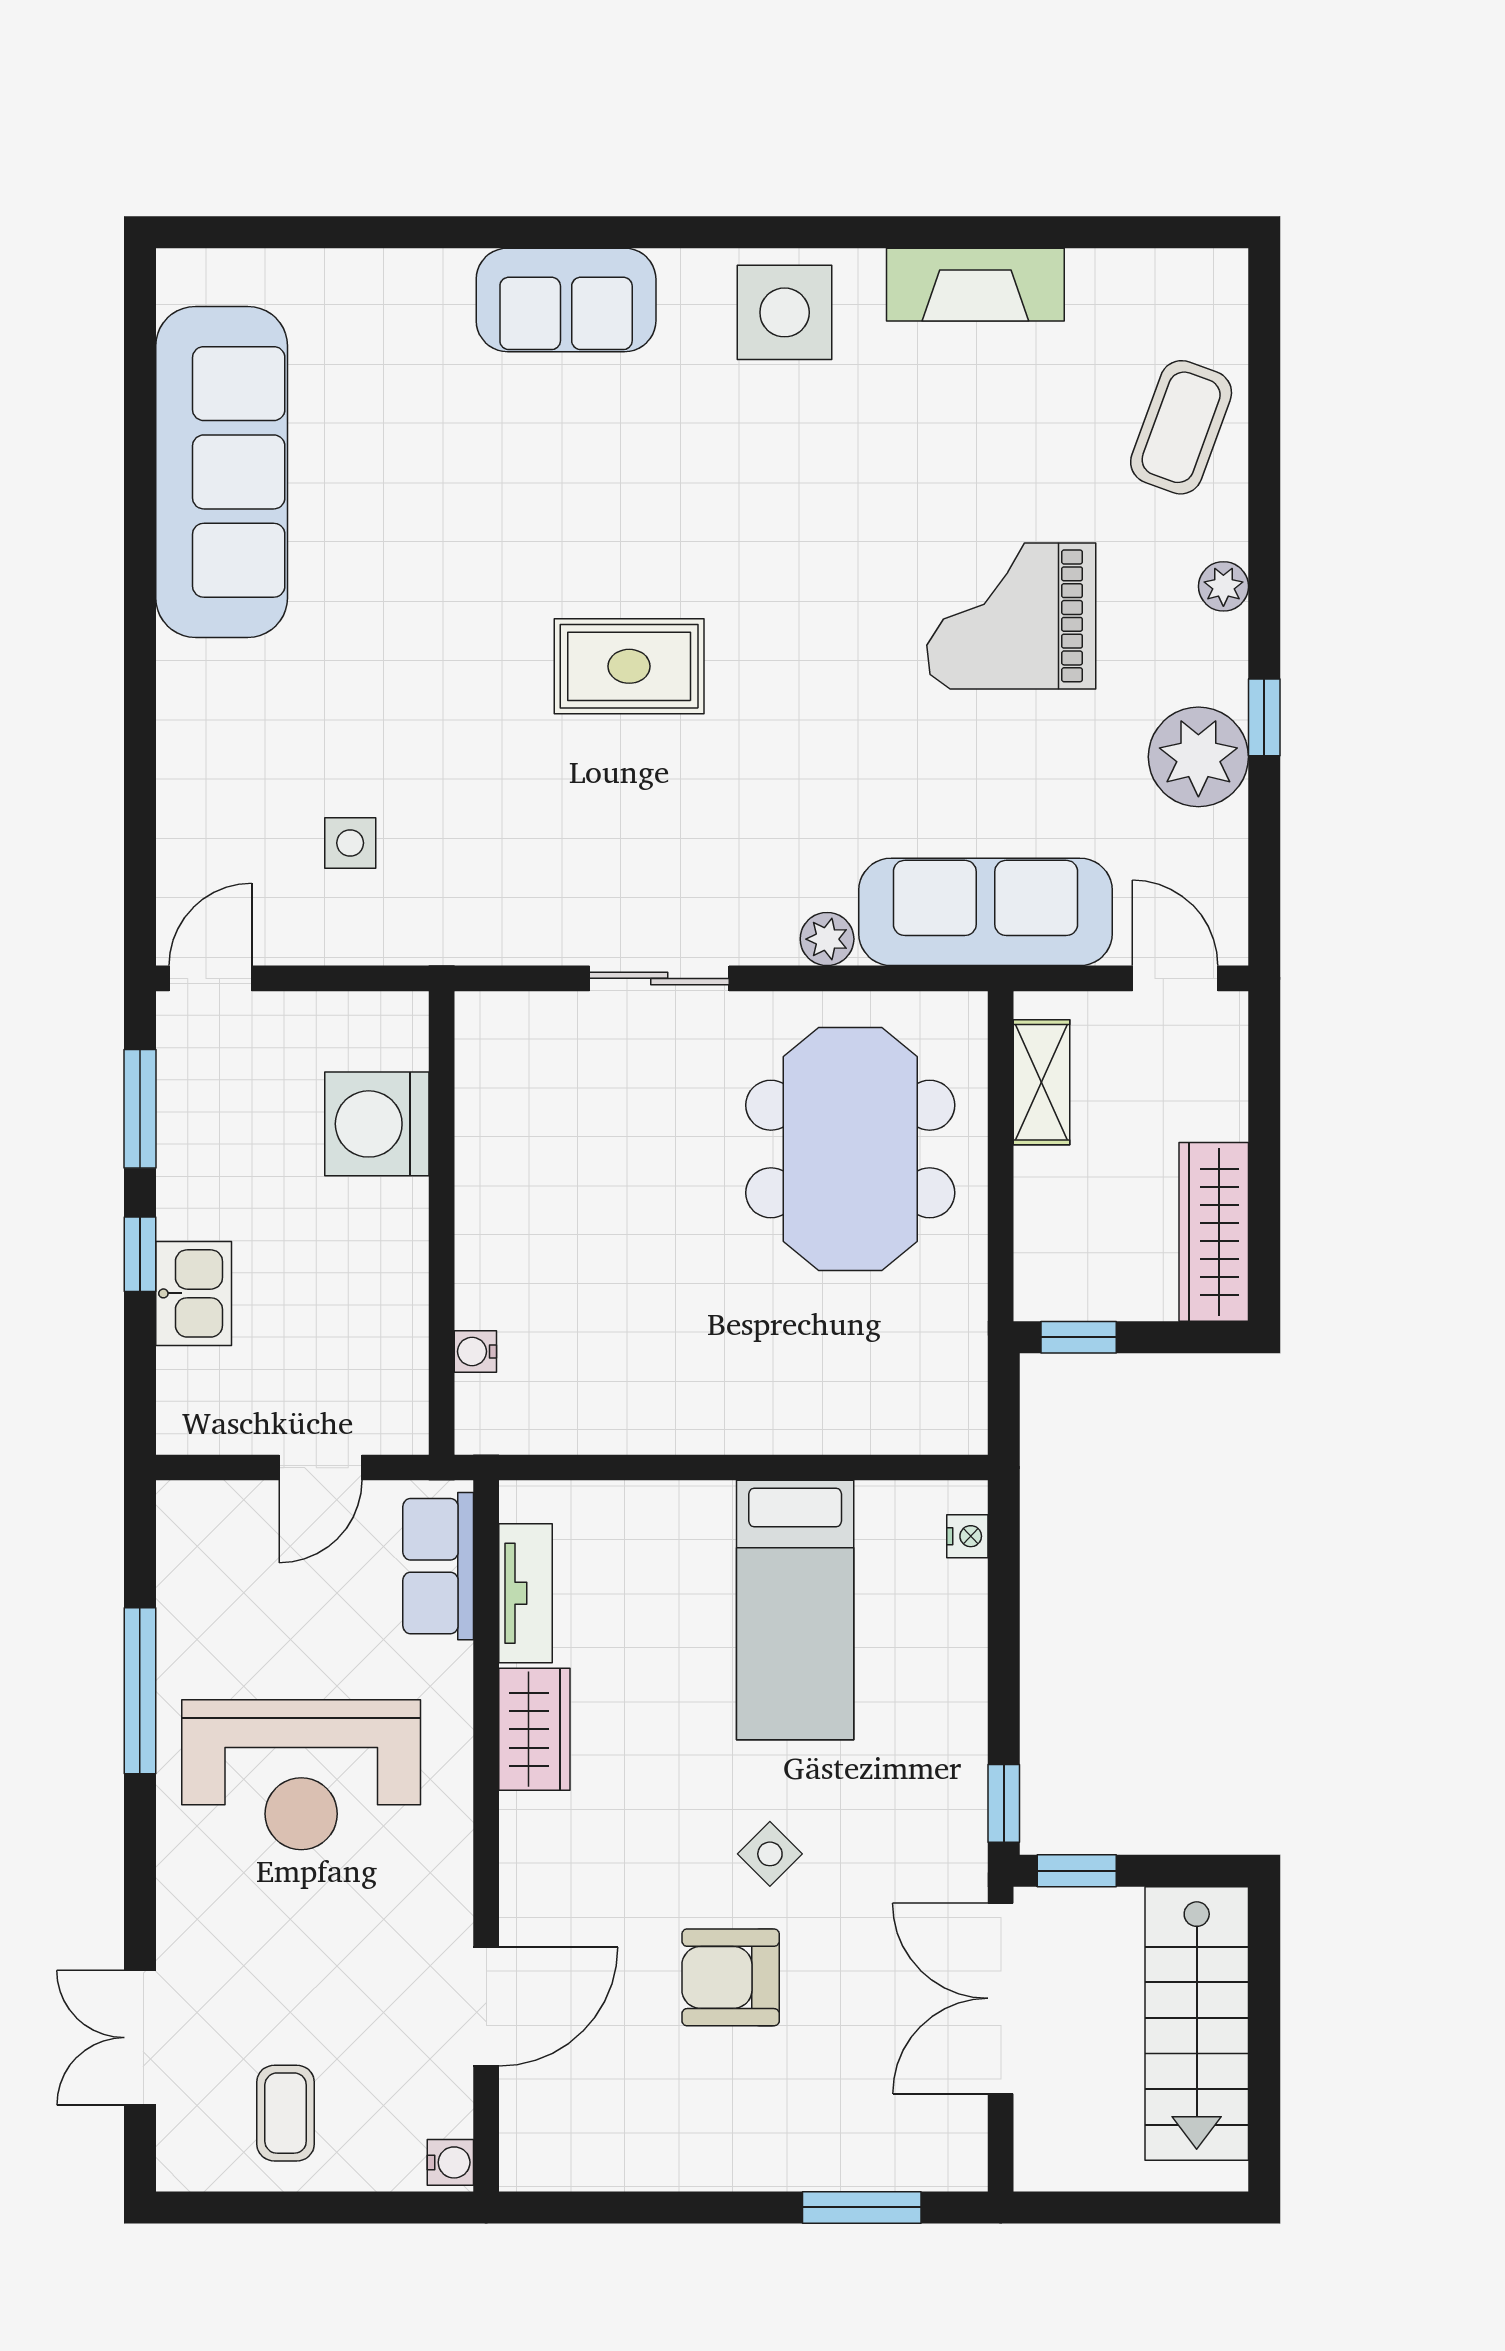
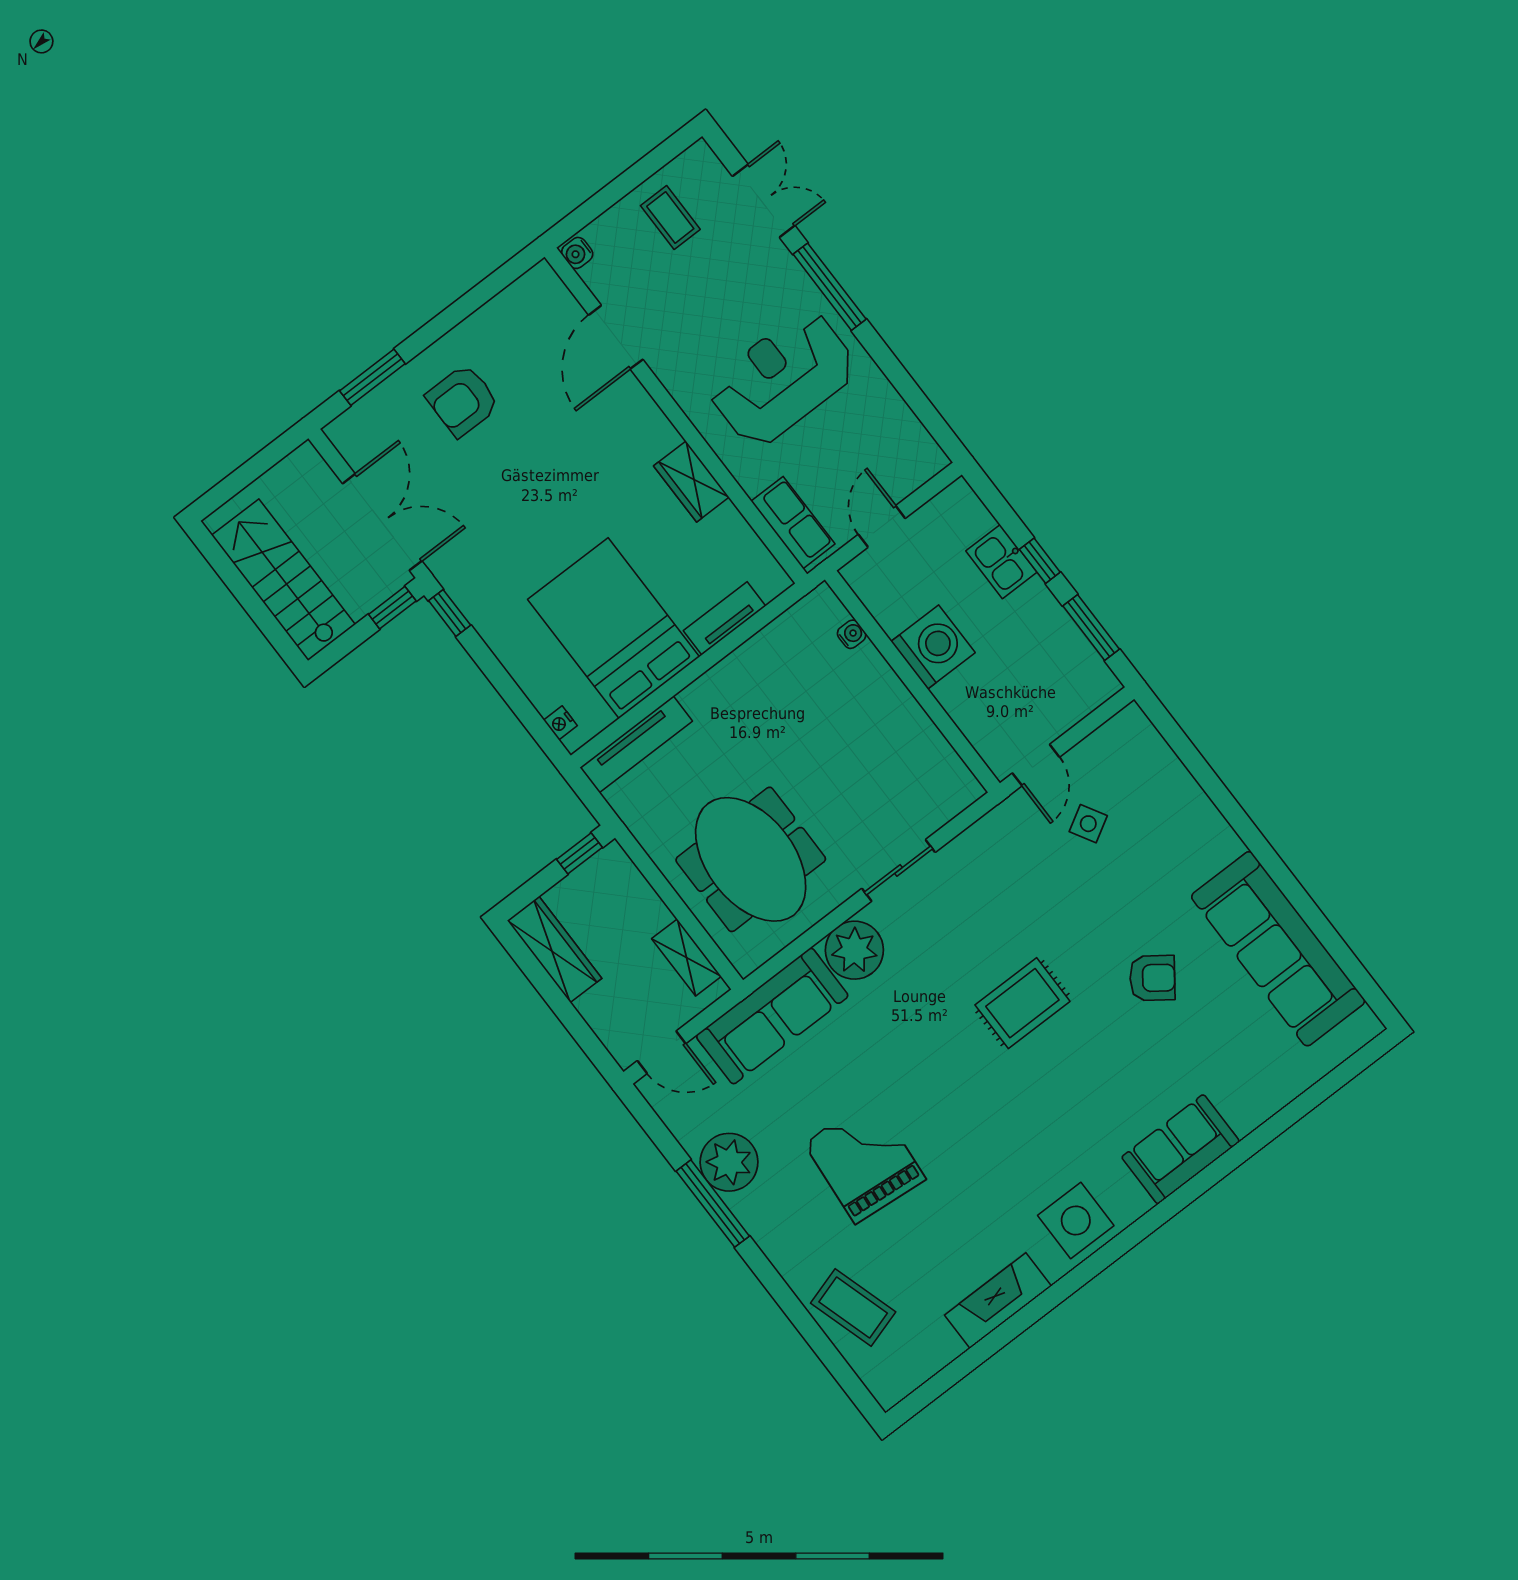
coffee table: (1181, 427) -> (853, 1307), turned -37
armchair: (424, 564) -> (1152, 978), added
plant: (1223, 586) -> (778, 1249), removed
grand piano: (1011, 616) -> (865, 1161), turned -85
window: (1264, 717) -> (713, 1204), width x2.17
side table: (350, 843) -> (1088, 824), turned -30
plant: (827, 939) -> (854, 950), width x1.88, depth x1.88
door: (210, 978) -> (1036, 765), moved
washing machine: (377, 1124) -> (933, 647), moved
tv unit: (886, 1427) -> (636, 744), added
tv unit: (525, 1593) -> (725, 618), moved, turned 90
bed: (795, 1610) -> (614, 628), width x1.50
window: (140, 1691) -> (830, 287), moved
side table: (770, 1854) -> (539, 507), removed
armchair: (731, 1977) -> (463, 401), moved, turned 180

